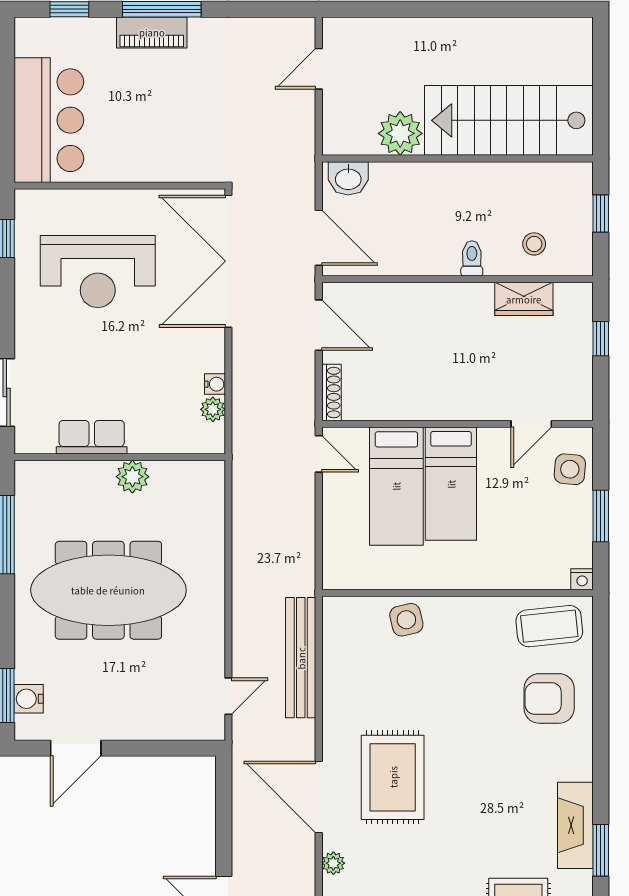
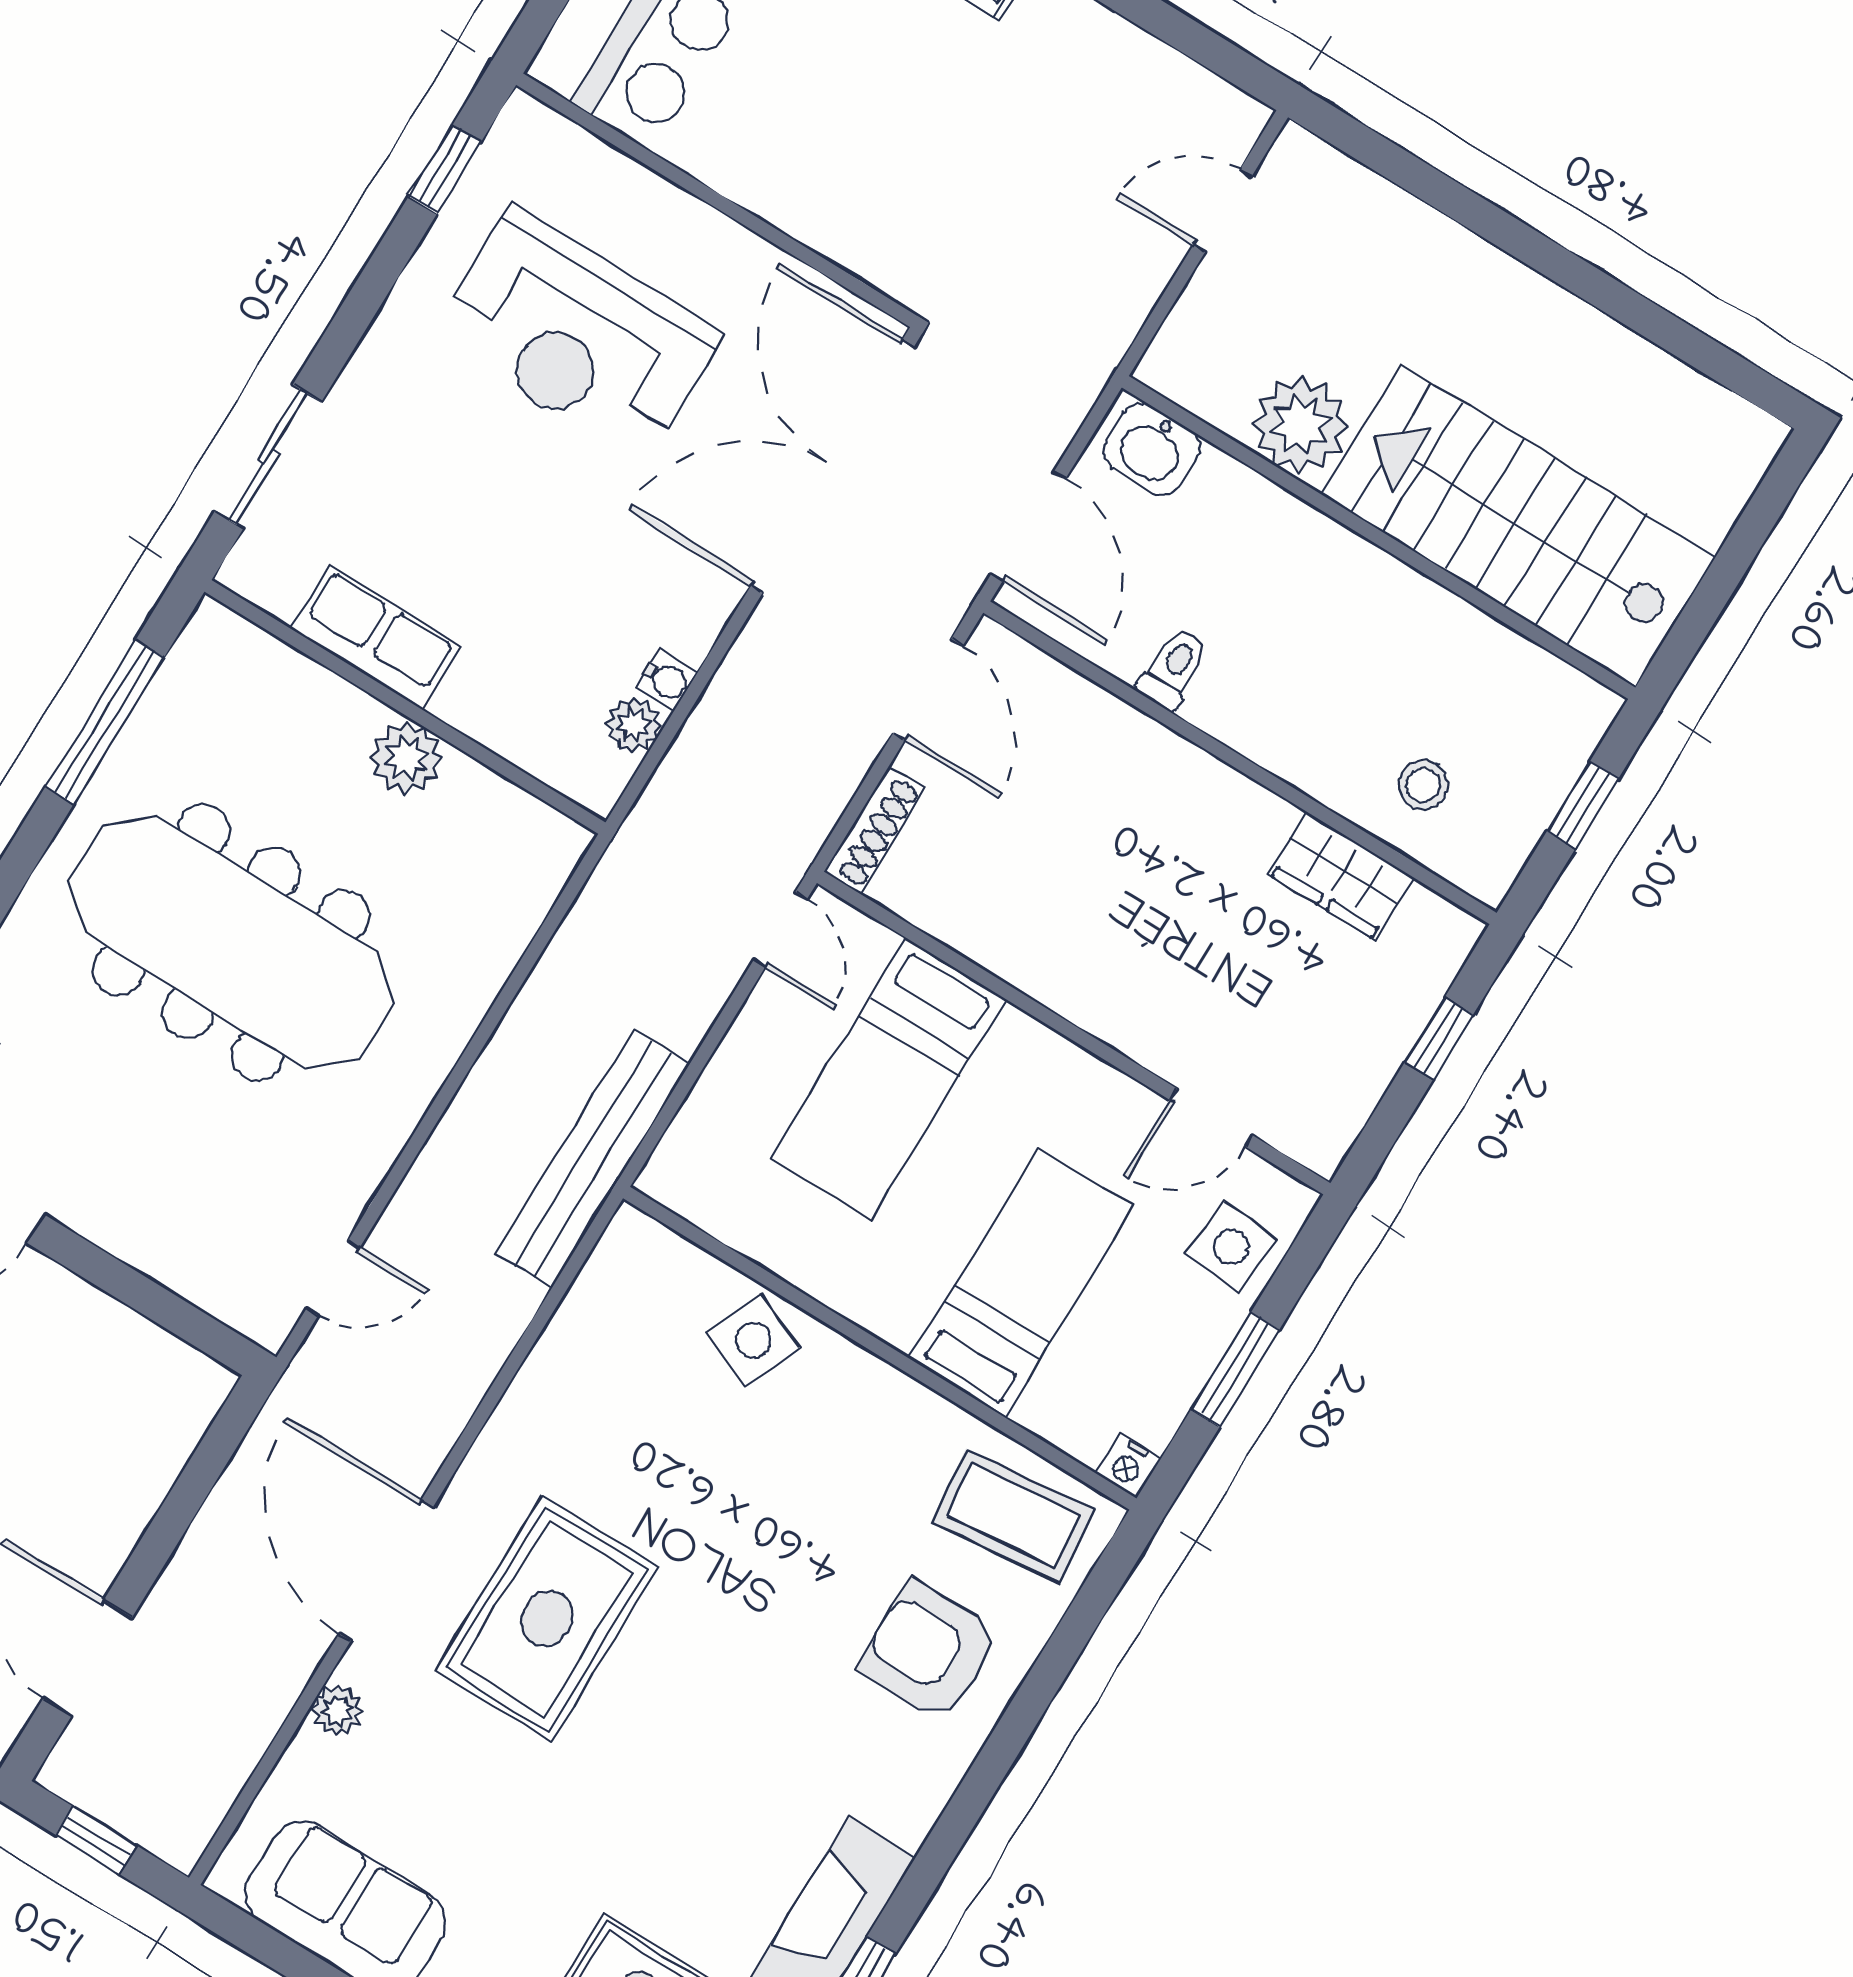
toilet: (472, 258) -> (1174, 669), moved
bed: (451, 484) -> (1022, 1282), moved, turned 180
side table: (406, 620) -> (753, 1340), turned 36
bench: (301, 658) -> (593, 1158), moved

